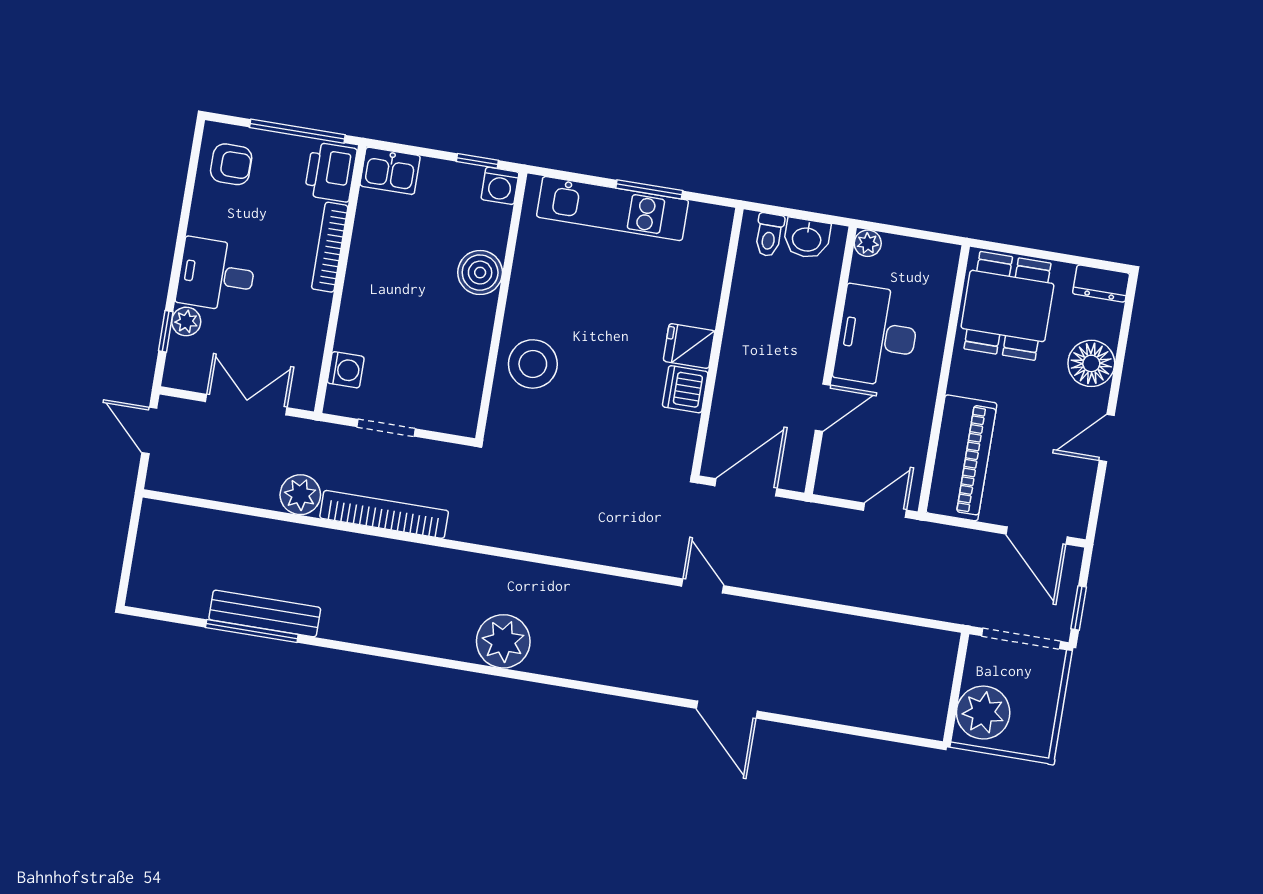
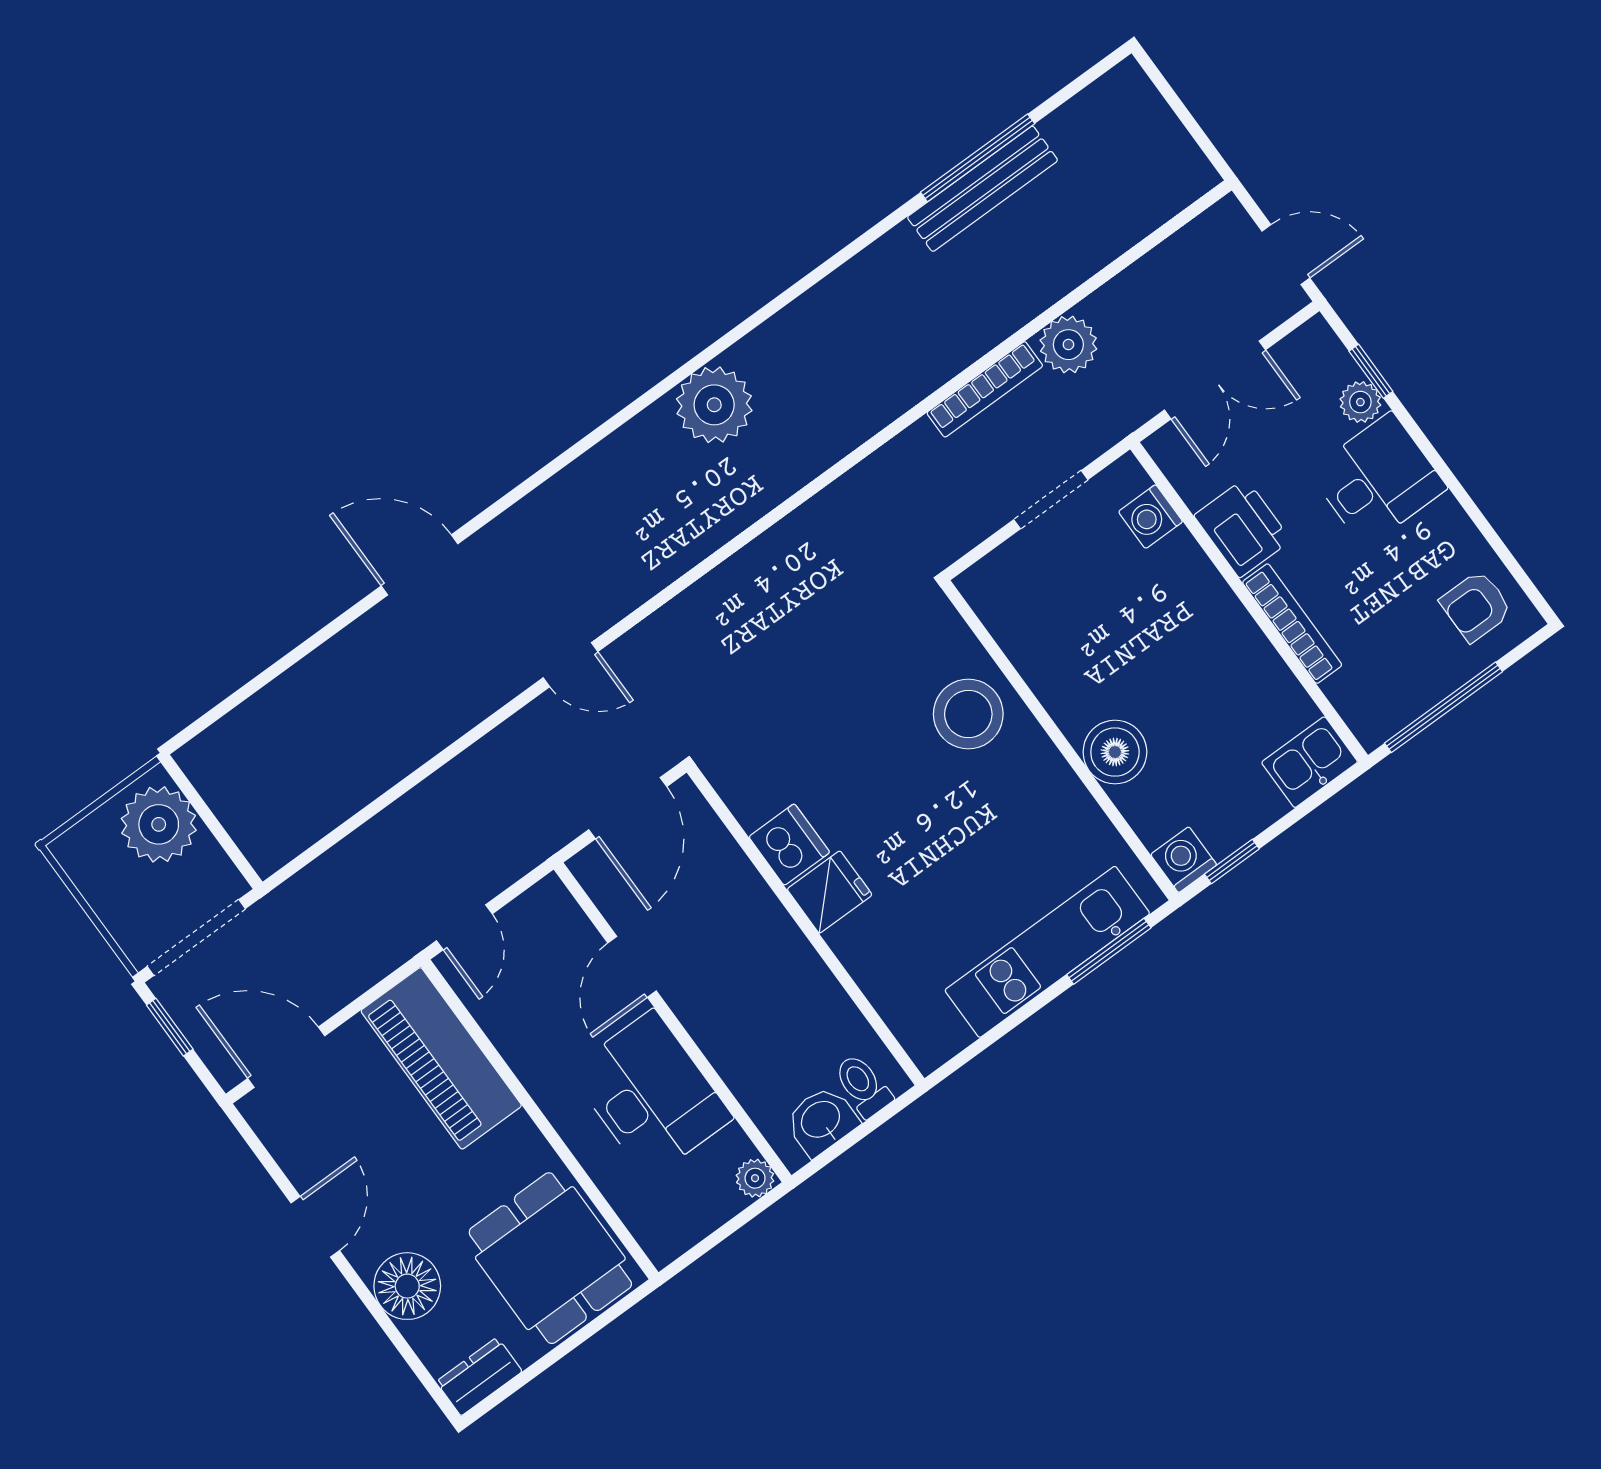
printer: (331, 172) -> (1242, 528), moved
window: (649, 189) -> (1109, 951), moved
bookcase: (384, 514) -> (985, 389), width x0.68, depth x0.76

